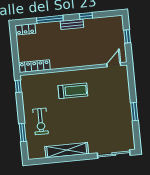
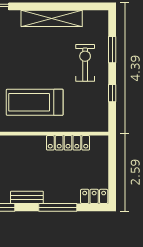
locker: (34, 66) -> (68, 143), moved
window: (18, 86) -> (112, 93), moved
treadmill: (73, 91) -> (35, 102), width x1.37, depth x1.38

